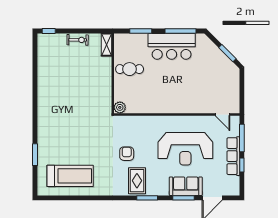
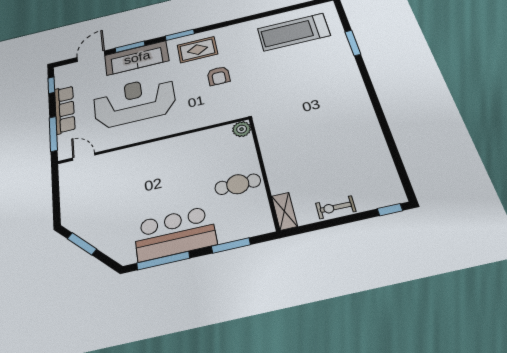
window: (242, 165) -> (51, 85), moved
rug: (137, 181) -> (197, 50), turned 90
sofa: (186, 186) -> (137, 58), width x1.36

